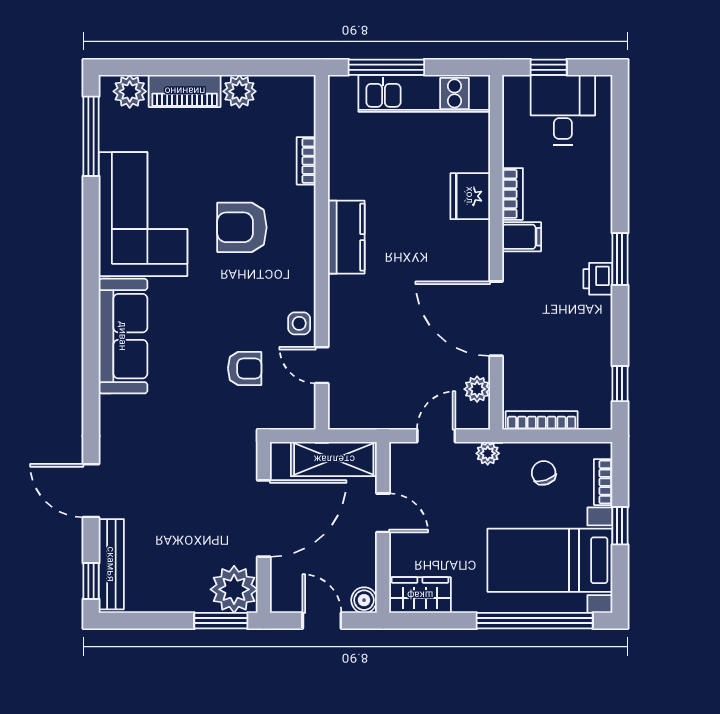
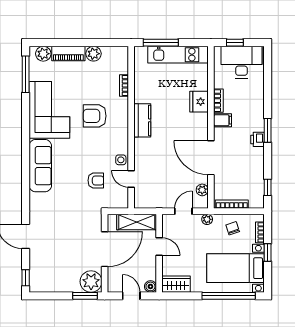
desk: (563, 110) -> (241, 62), width x1.37
bench: (111, 564) -> (35, 270), removed

